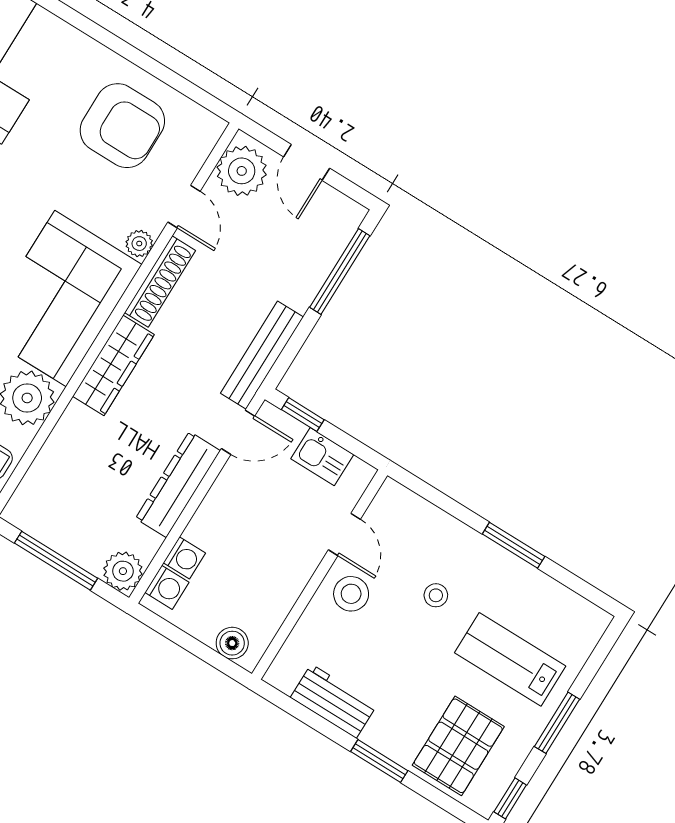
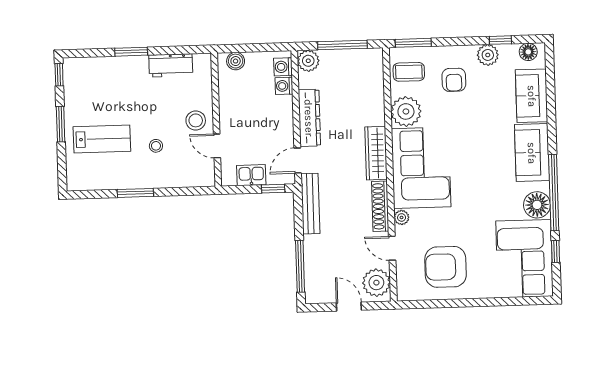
pallet: (458, 746) -> (99, 83), removed

